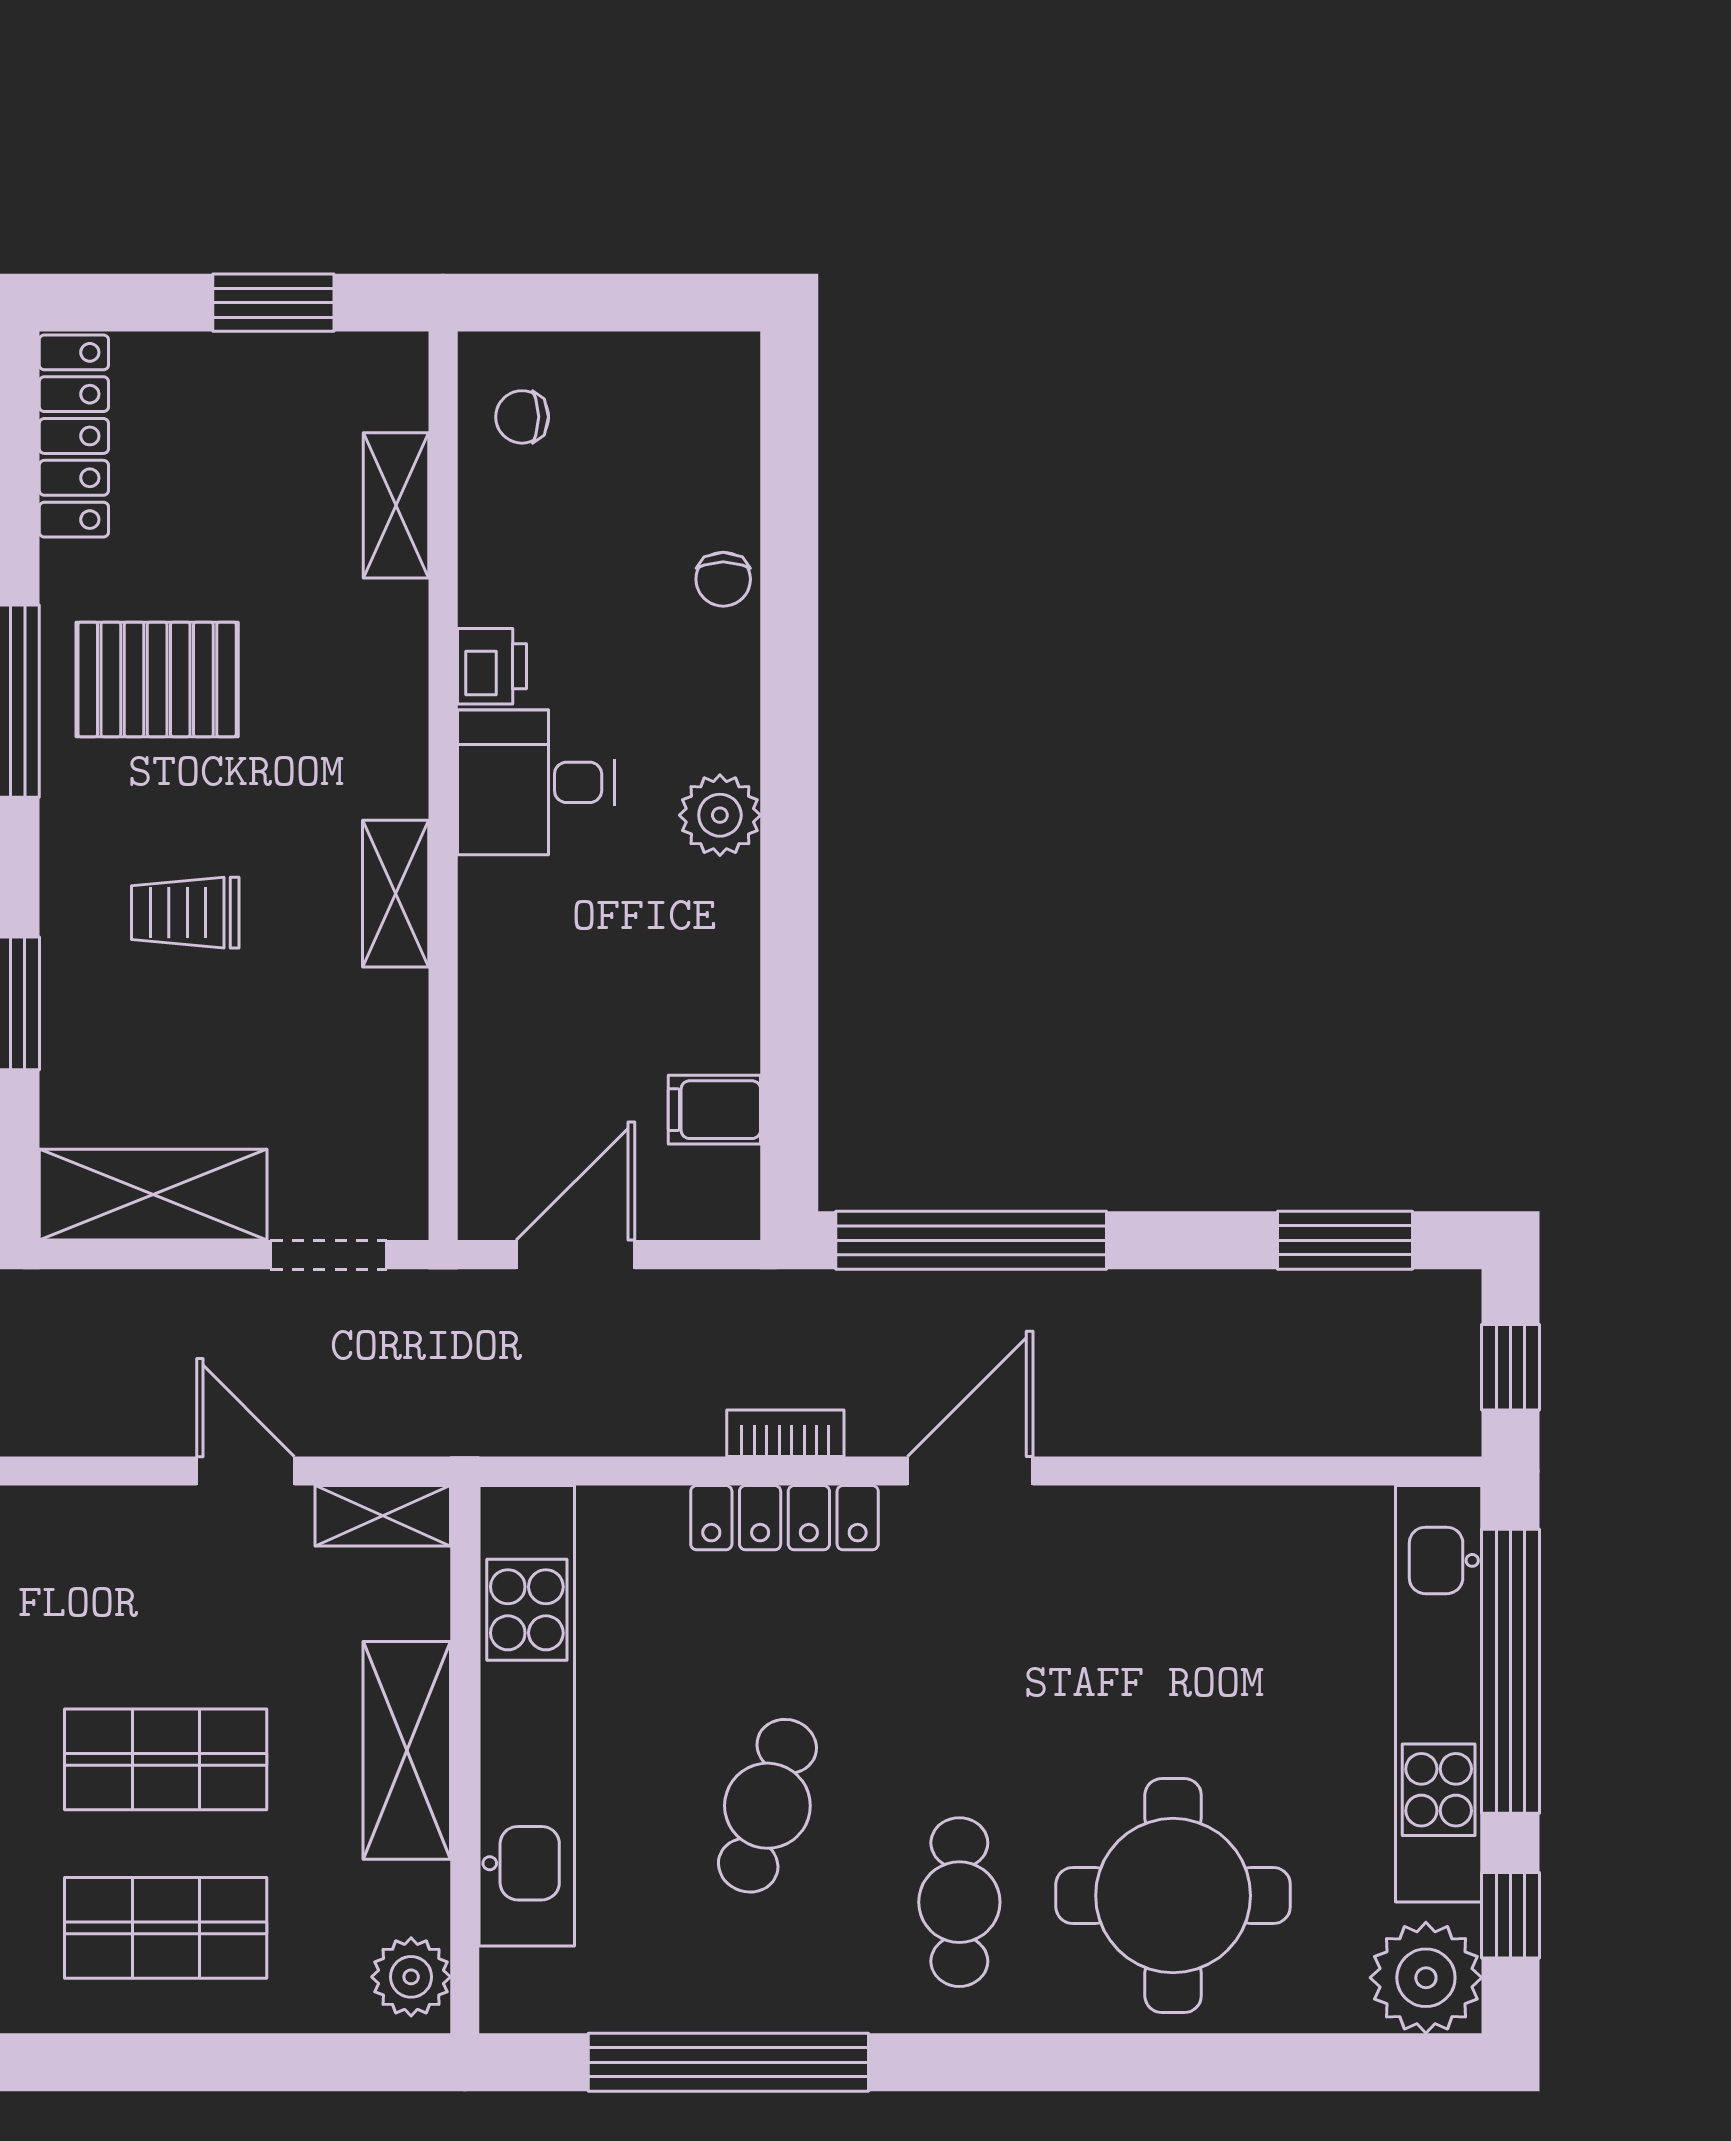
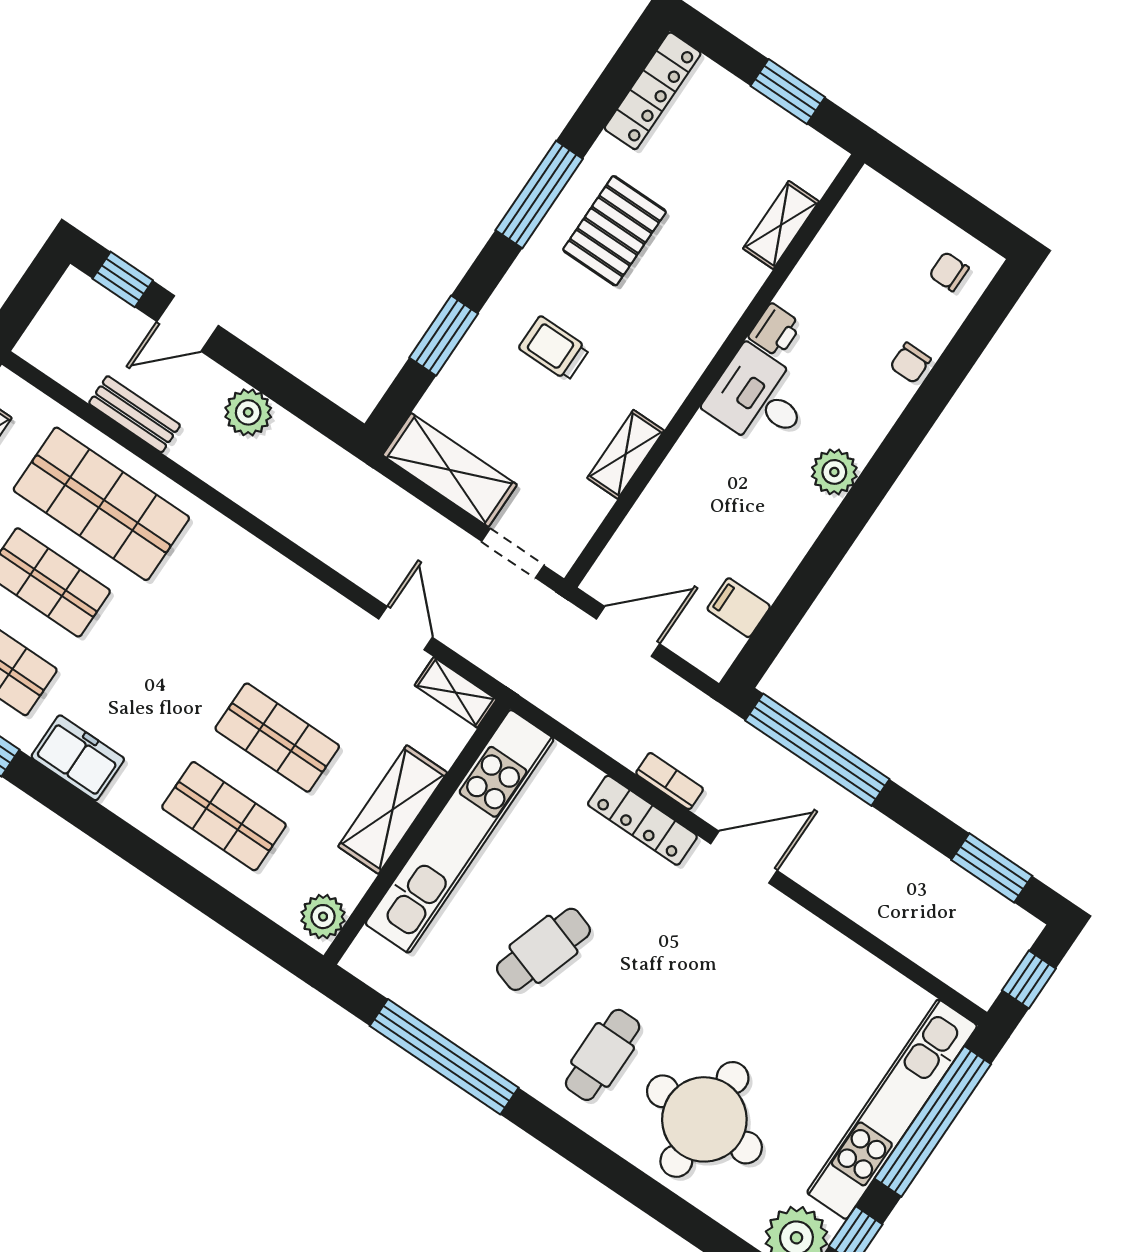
chair: (522, 417) -> (949, 272), moved
pallet: (157, 679) -> (615, 231), turned 90
shelving: (396, 894) -> (626, 454), moved

